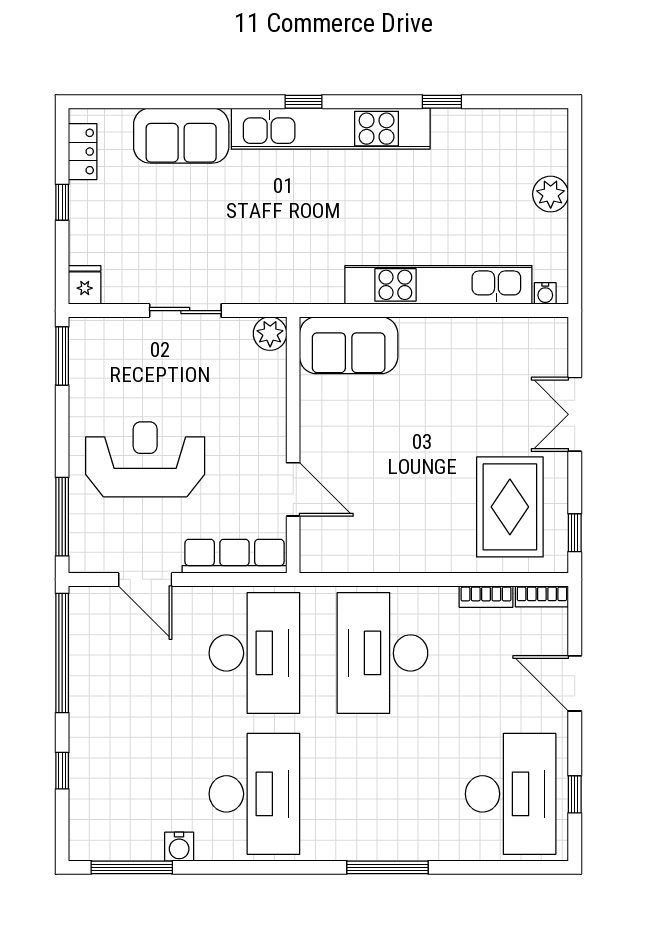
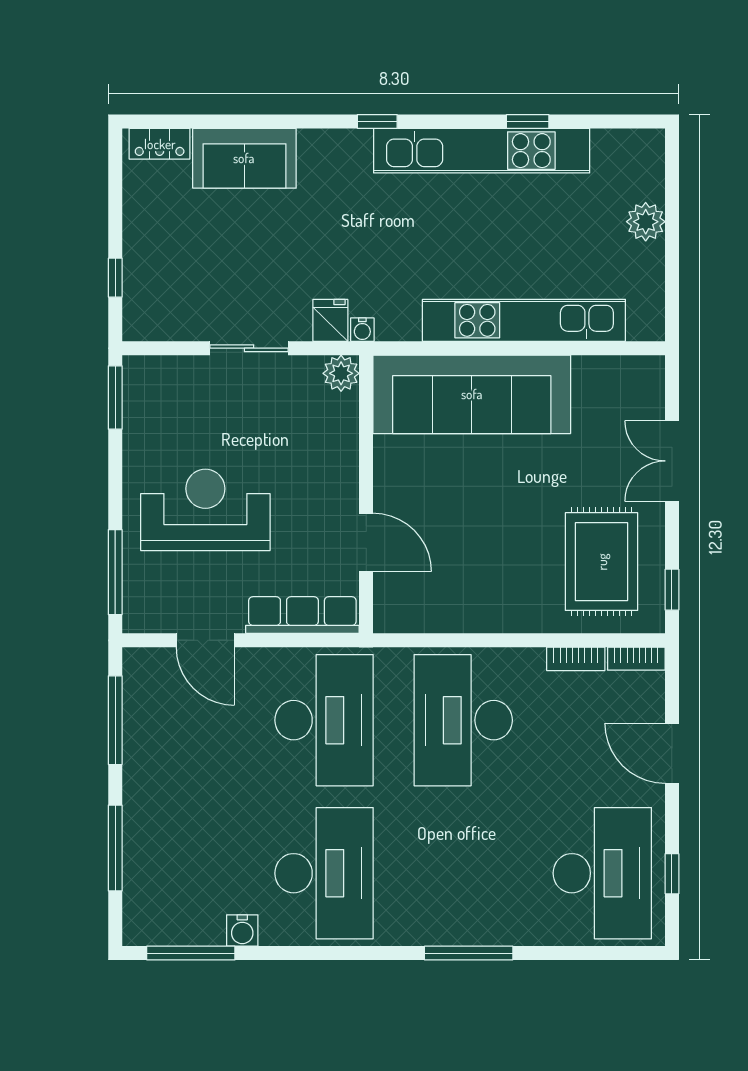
kitchen unit: (331, 129) -> (482, 151), moved
locker: (83, 152) -> (160, 144), moved, turned 90
window: (62, 202) -> (115, 278), moved
fridge: (85, 285) -> (330, 320), moved
water cooler: (545, 293) -> (362, 330), moved
sofa: (349, 345) -> (472, 394), width x1.85, depth x1.27
window: (62, 653) -> (115, 720), width x0.68
window: (62, 771) -> (115, 848), width x2.17

